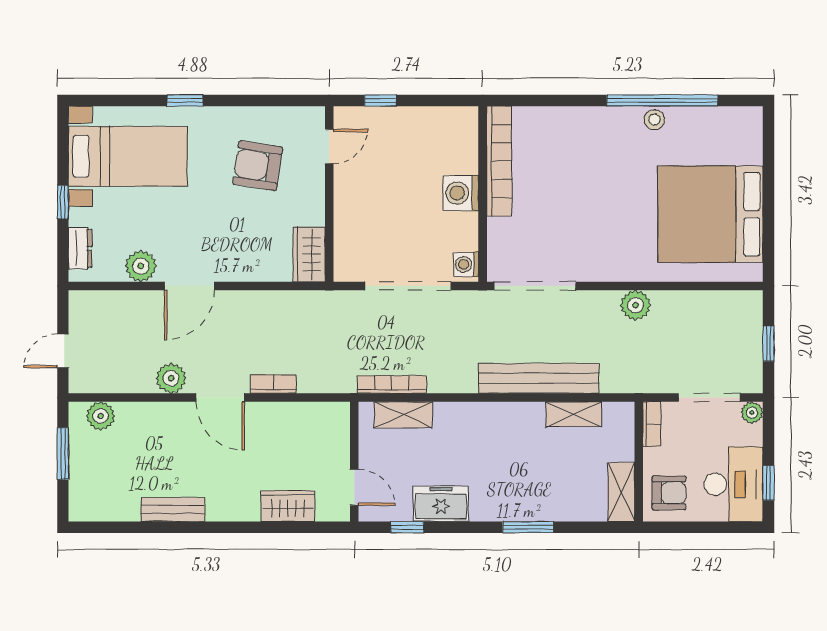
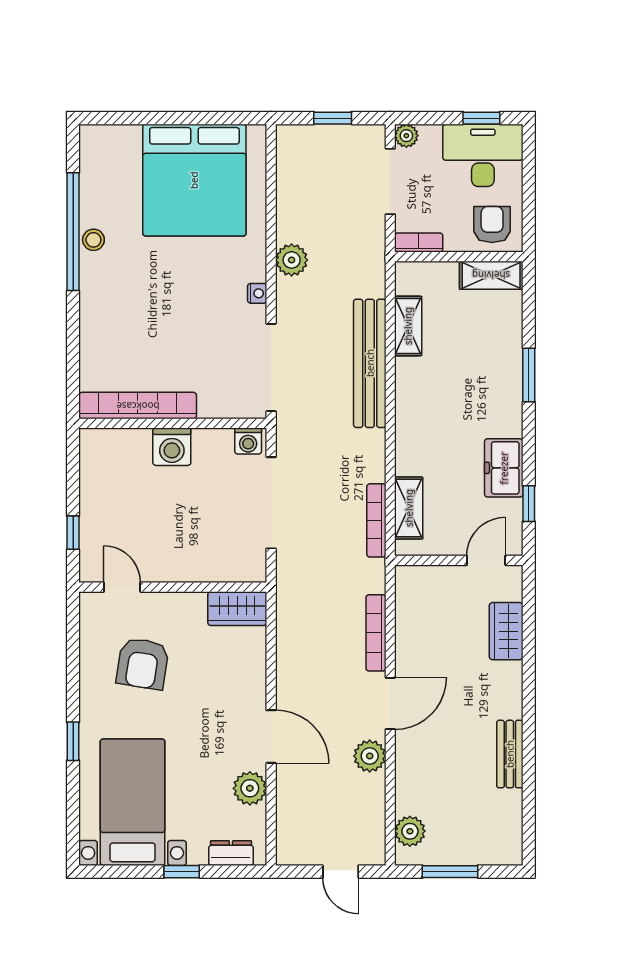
nightstand: (604, 273) -> (257, 293), added
bookcase: (273, 384) -> (376, 633), width x1.56

